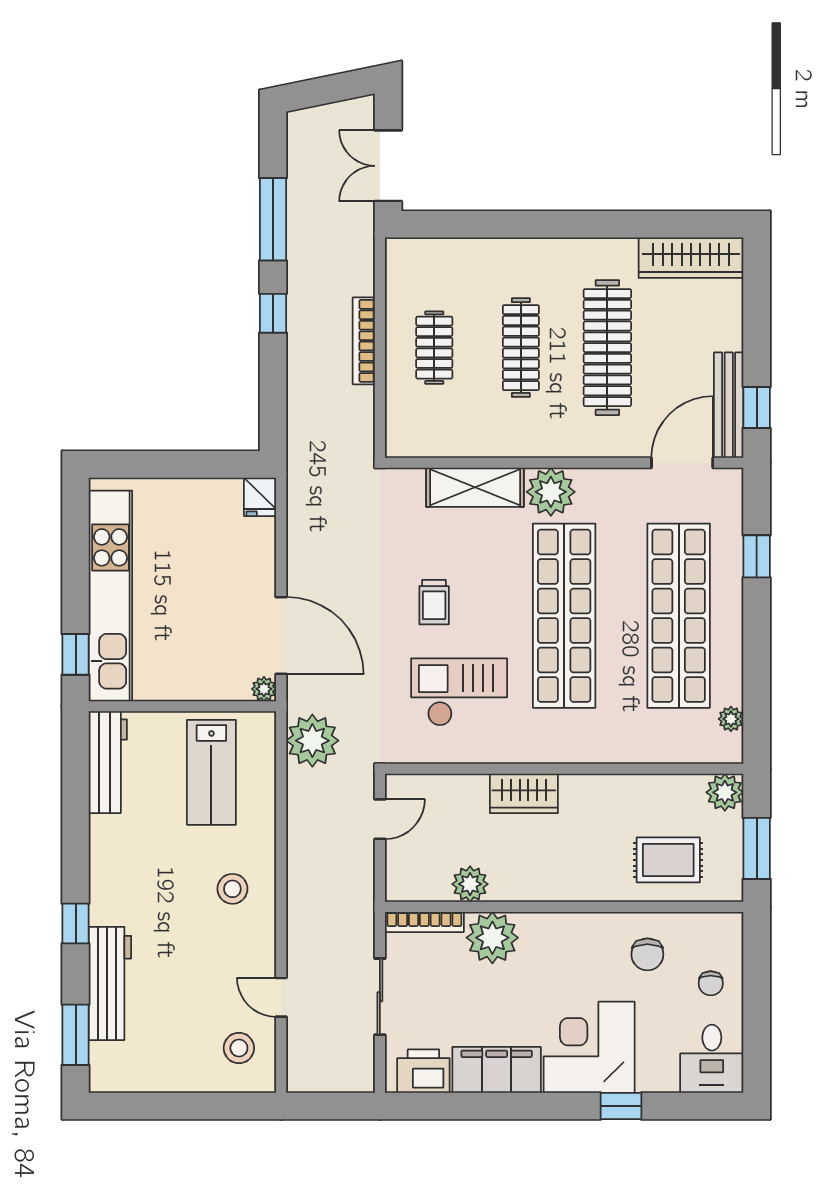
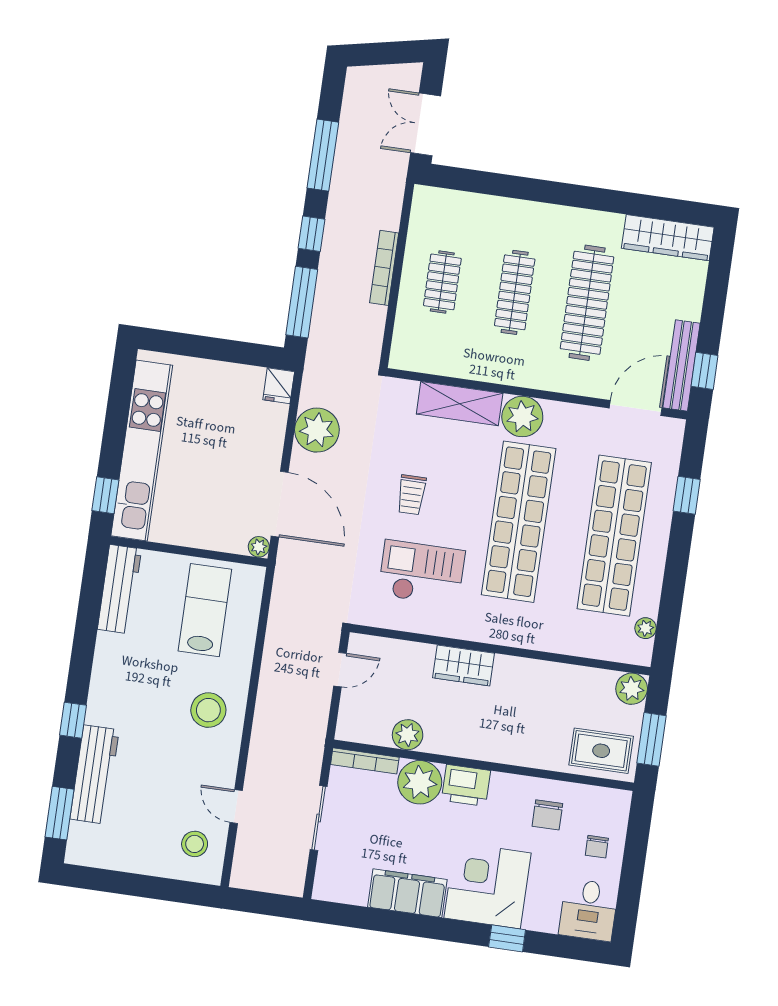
window: (273, 395) -> (302, 302), added
plant: (312, 741) -> (317, 430), moved
lab bench: (211, 772) -> (205, 610), turned 180
rug: (668, 860) -> (601, 751), moved
stool: (232, 889) -> (208, 710), width x1.38, depth x1.38
printer: (423, 1071) -> (466, 785), moved, turned 180

